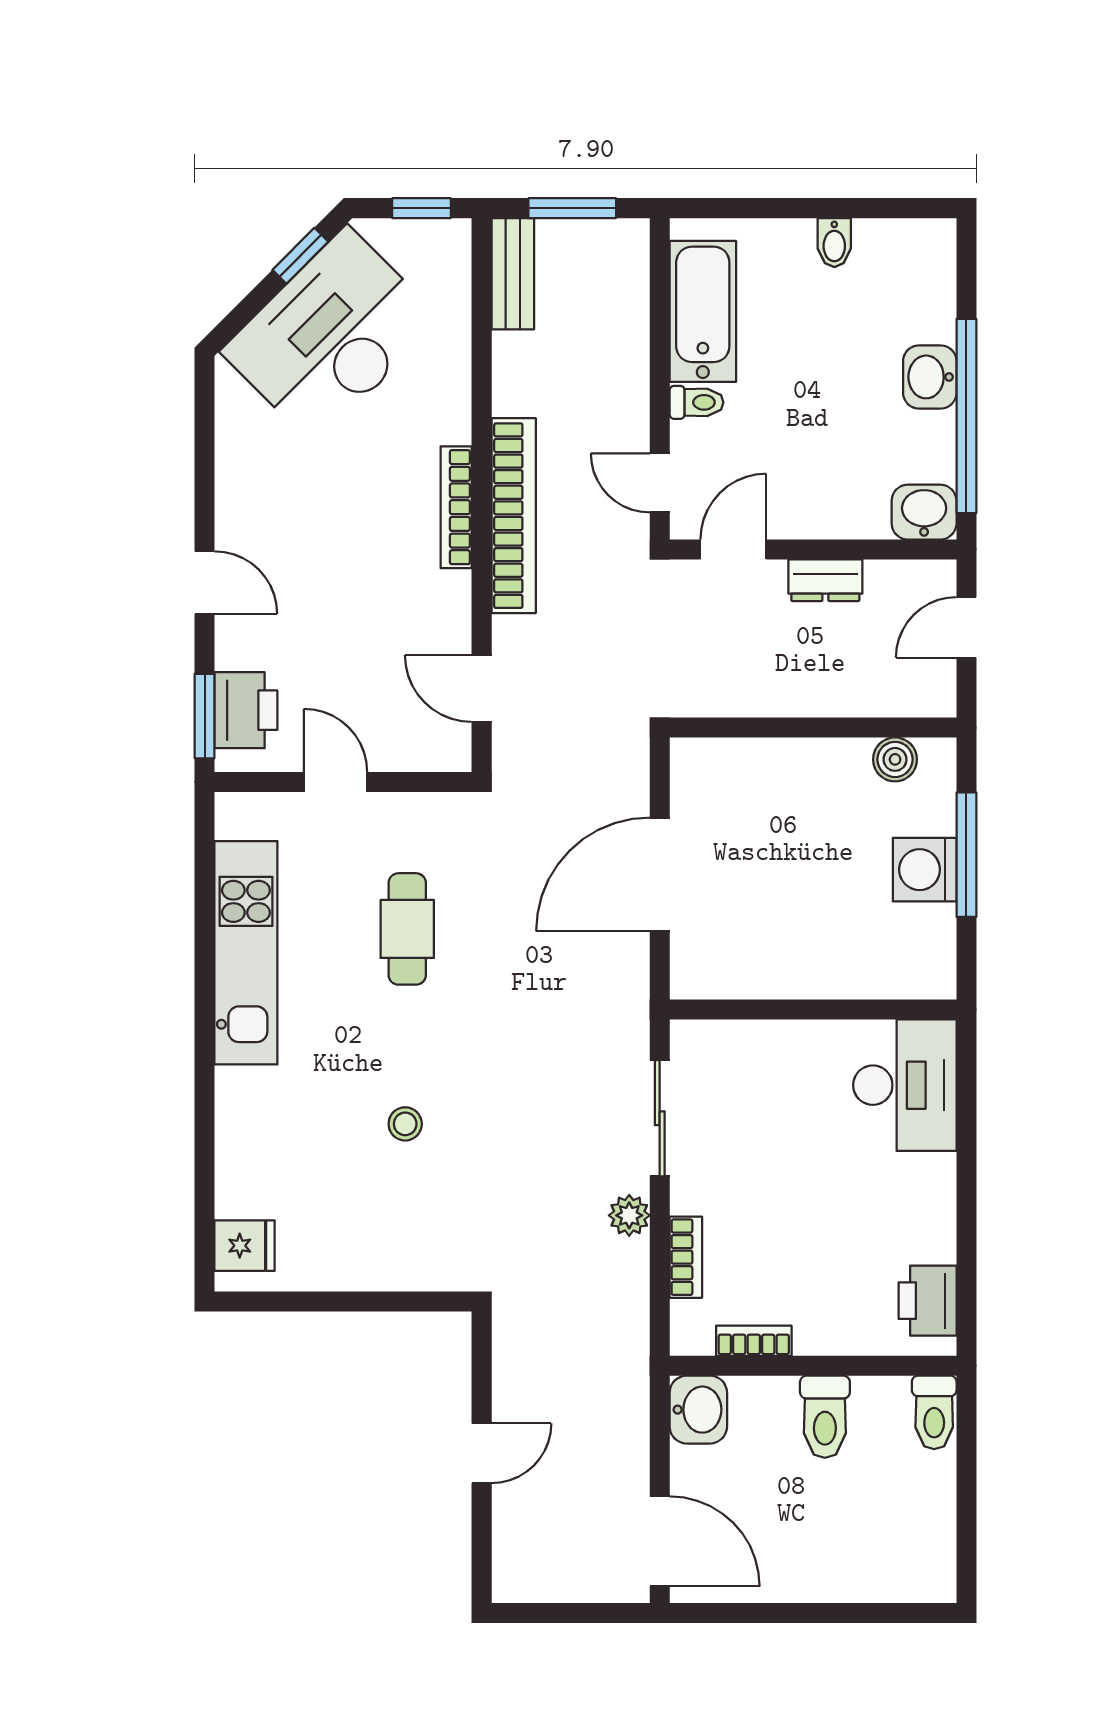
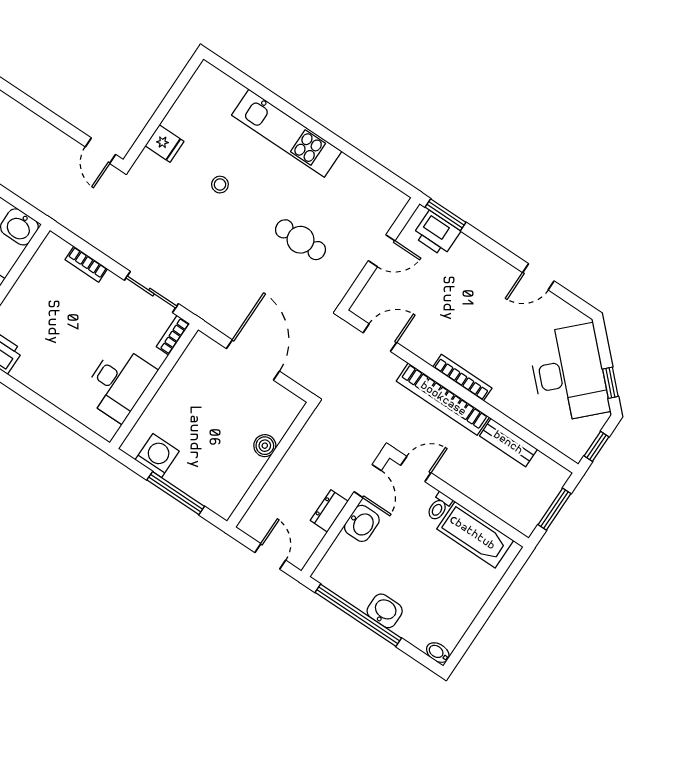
bidet: (834, 243) -> (438, 653), moved
bench: (513, 274) -> (508, 443), moved
washbasin: (924, 512) -> (362, 523), moved
door: (205, 583) -> (538, 277), moved
boiler: (895, 759) -> (265, 446), moved
washing machine: (925, 870) -> (157, 456), moved
kitchen unit: (246, 953) -> (287, 133), moved
desk: (905, 1085) -> (119, 383), moved, turned -90
plant: (629, 1215) -> (119, 252), removed
fridge: (245, 1246) -> (165, 144), moved, turned -90
bookcase: (754, 1341) -> (173, 335), moved, turned 180
door: (482, 1453) -> (100, 151), moved

